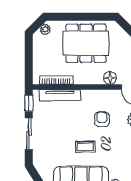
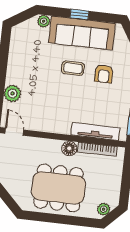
floor lamp: (110, 78) -> (69, 148), moved
armchair: (102, 119) -> (104, 74), moved

